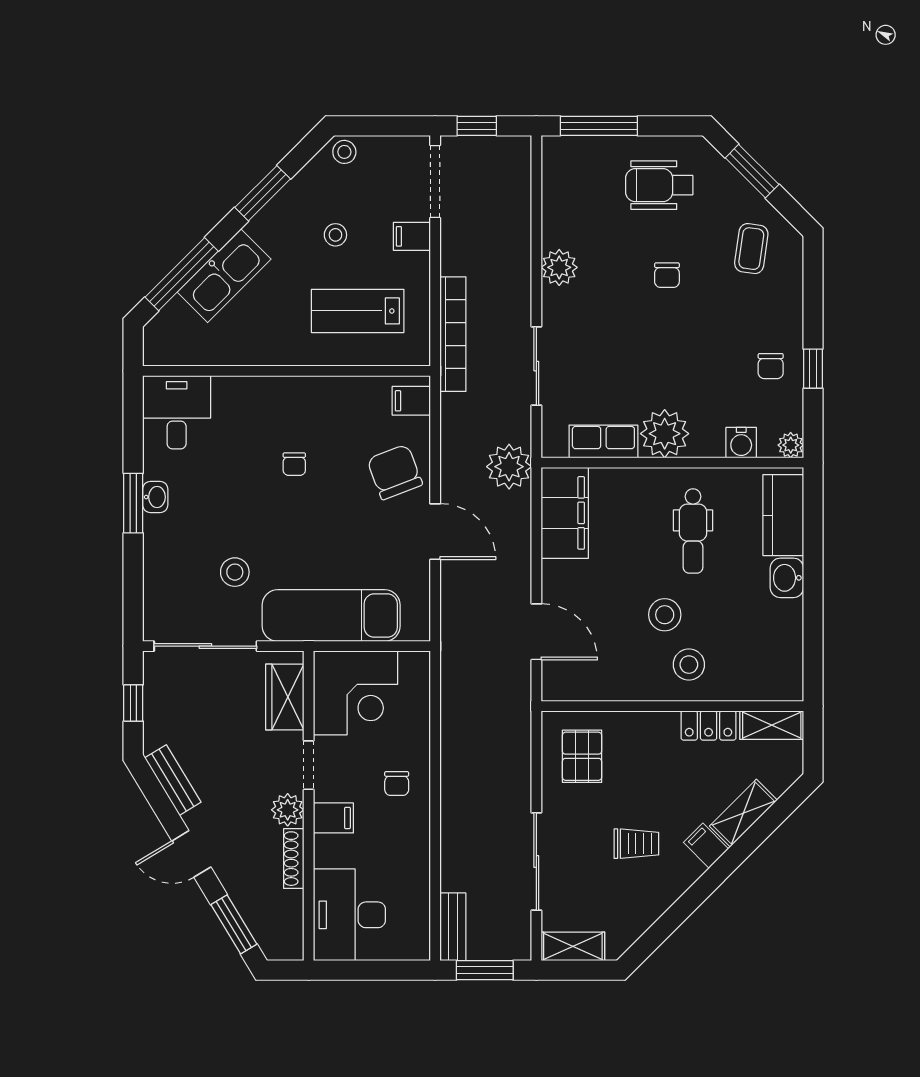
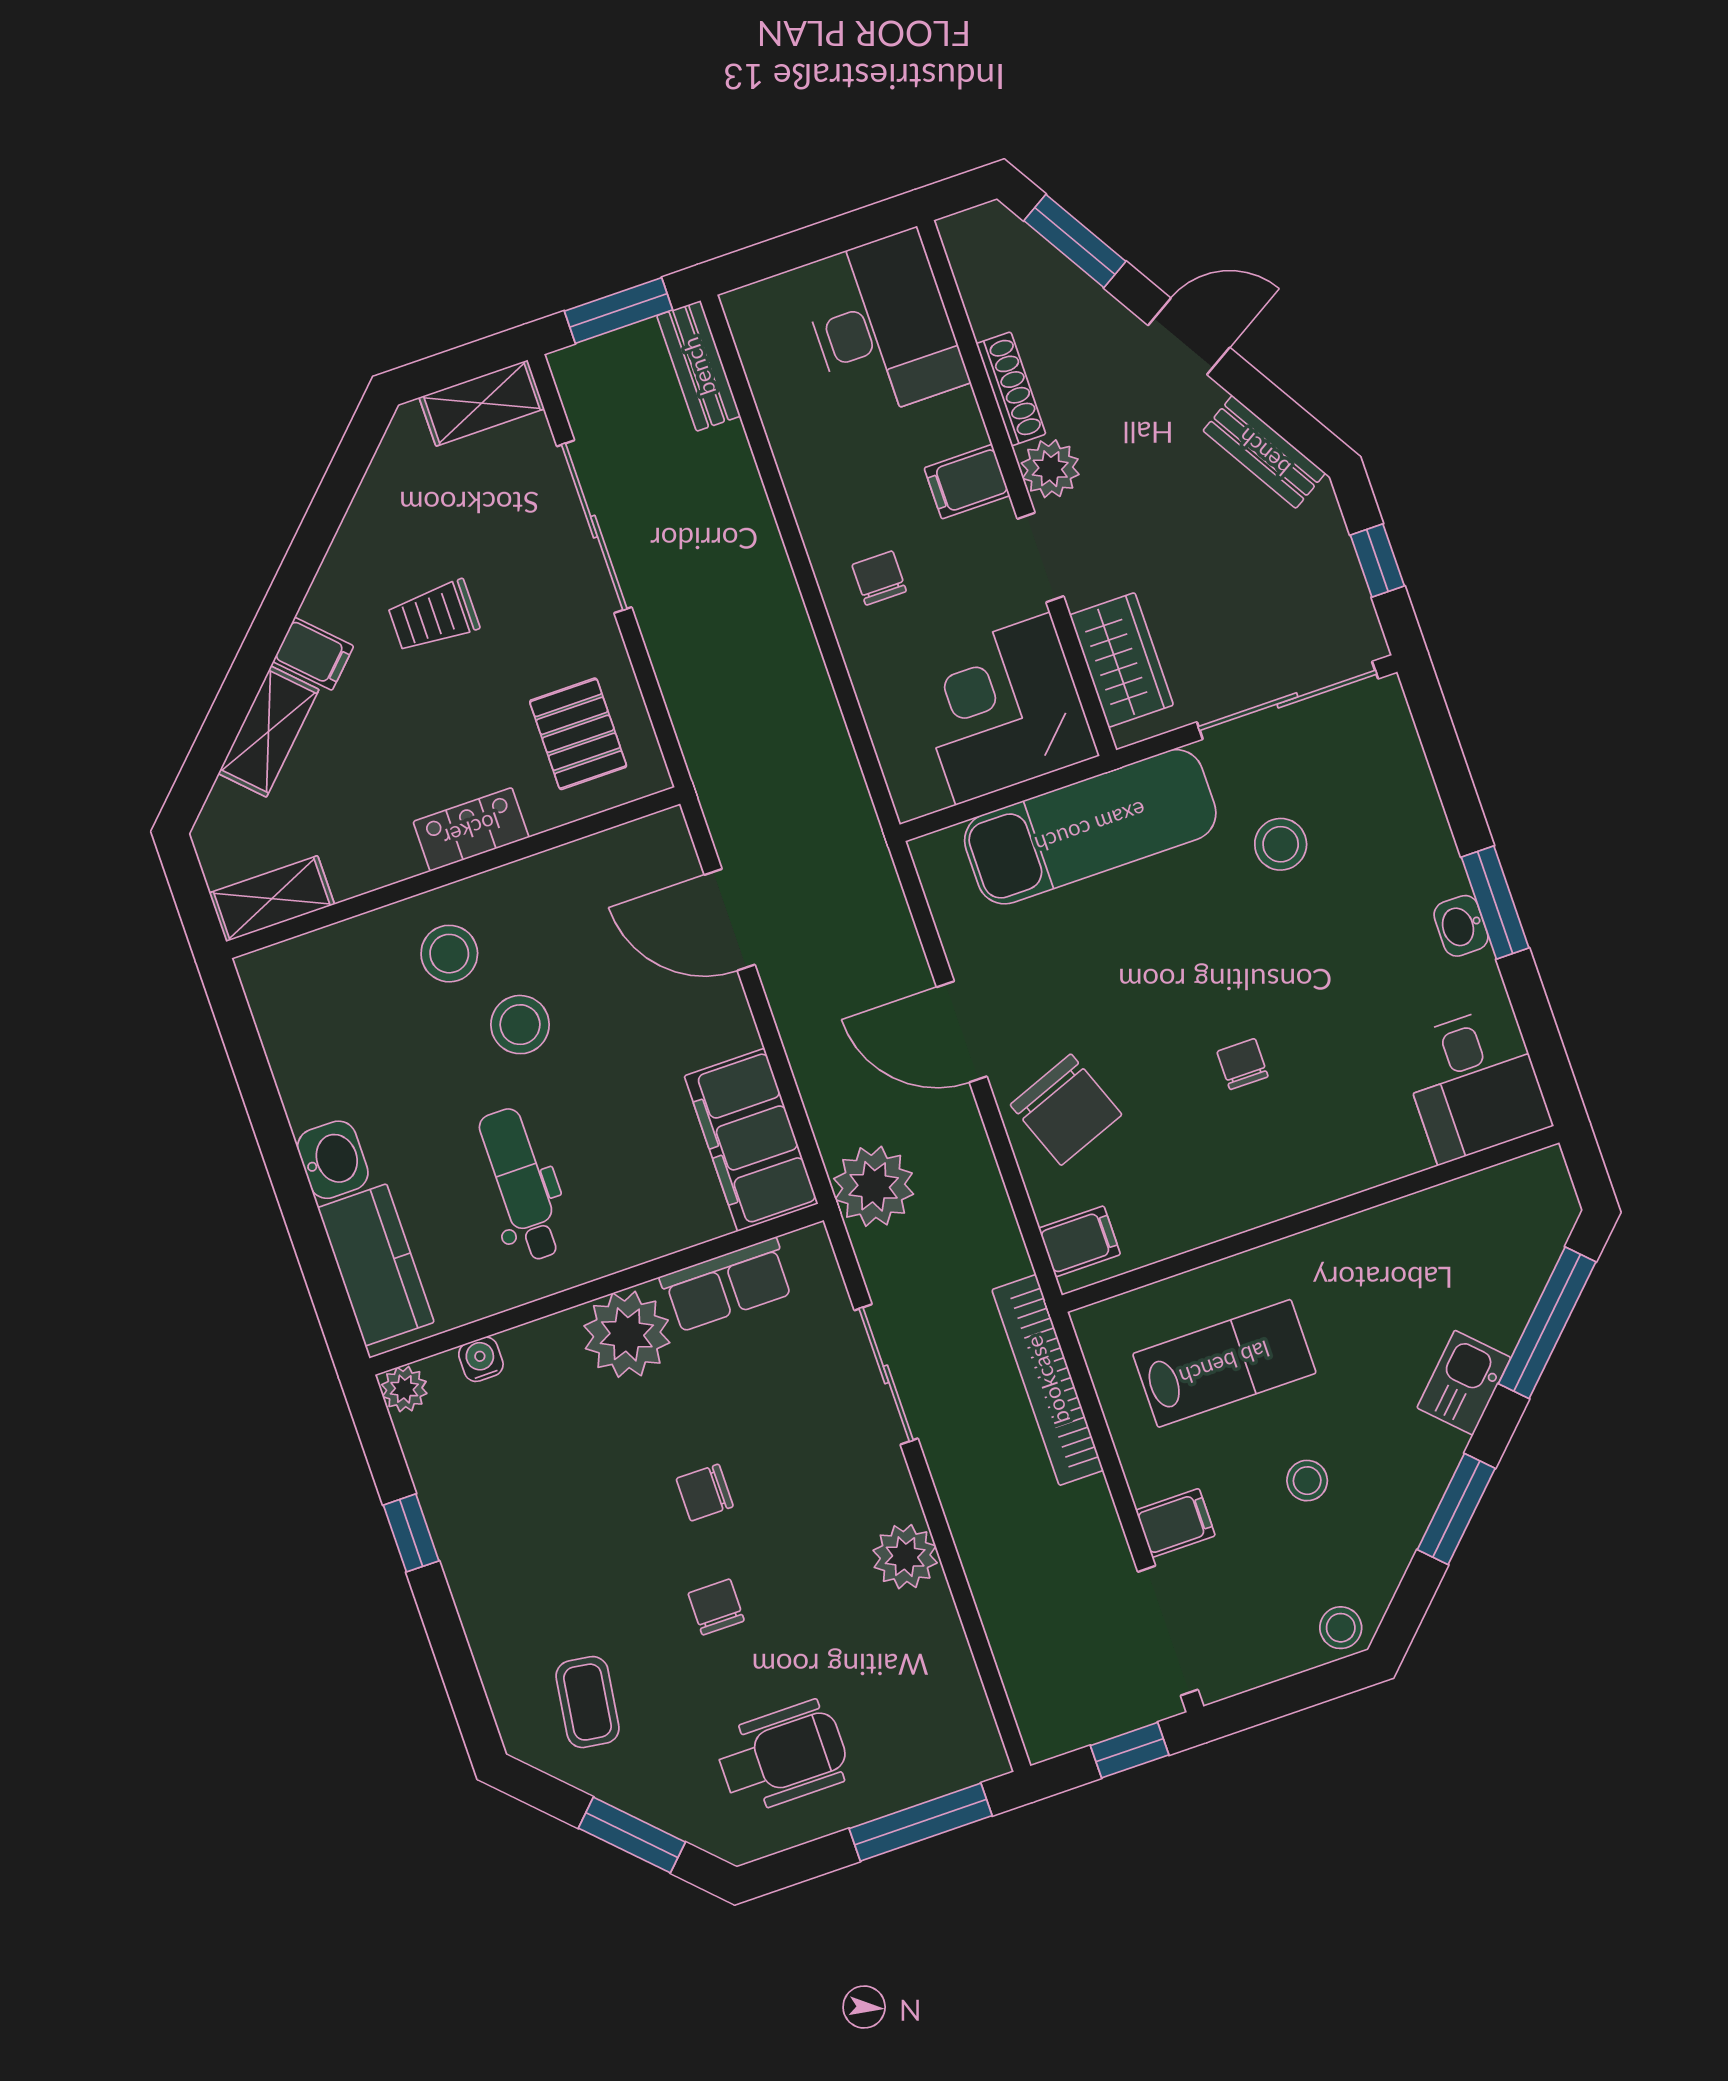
kitchen sink: (224, 276) -> (1464, 1383), width x0.53, depth x0.81
chair: (771, 366) -> (705, 1493), moved, turned -90
water cooler: (741, 443) -> (481, 1359), width x0.72, depth x0.72
locker: (709, 725) -> (471, 829), moved

